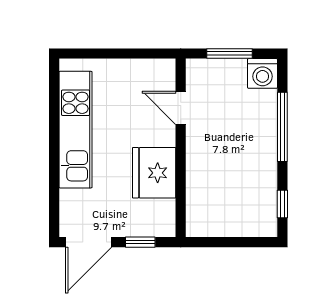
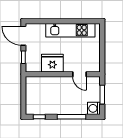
door: (181, 108) -> (80, 74), swing flipped

